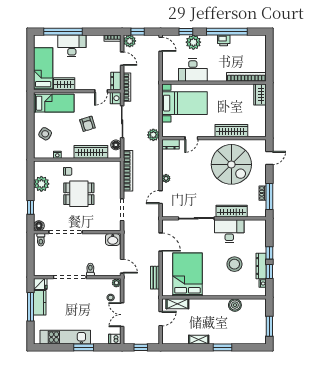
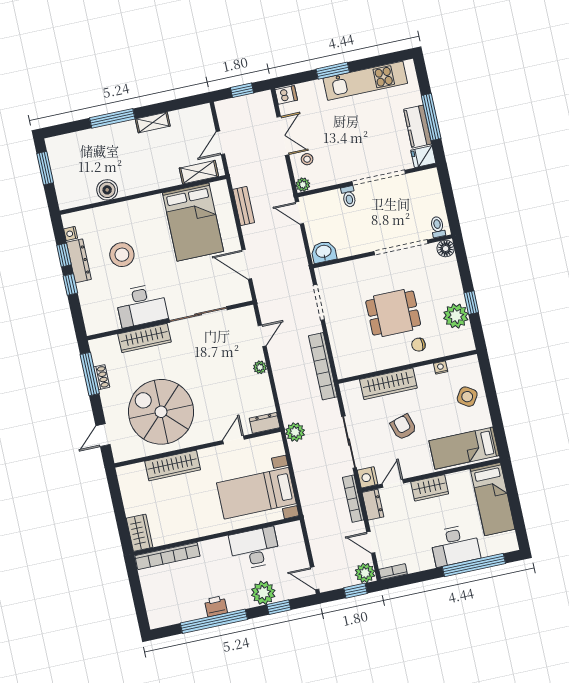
wardrobe: (64, 84) -> (430, 488), moved
floor lamp: (116, 145) -> (351, 403), removed
window: (30, 207) -> (471, 303), moved
window: (223, 347) -> (112, 118), width x1.44

